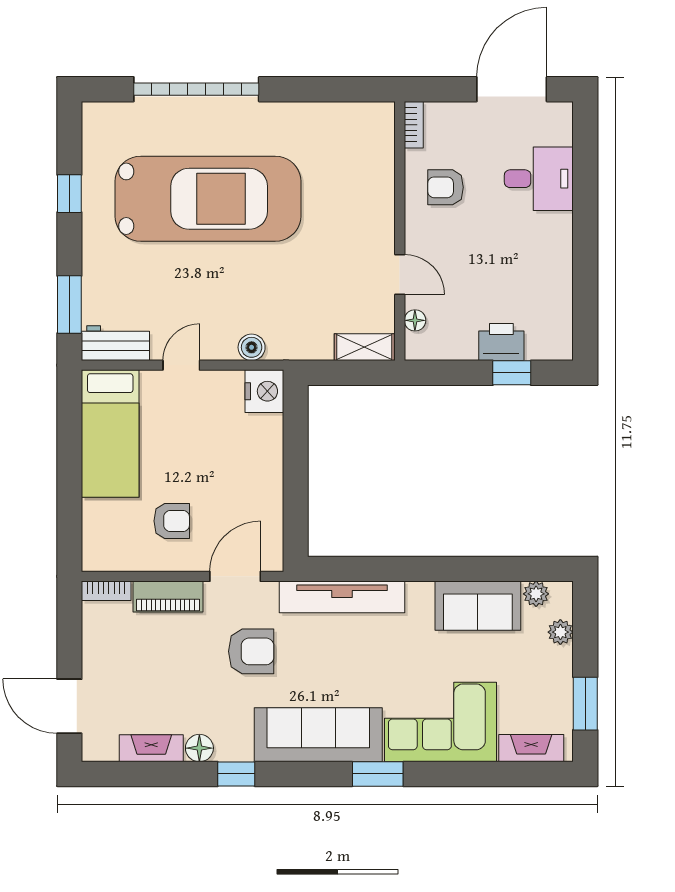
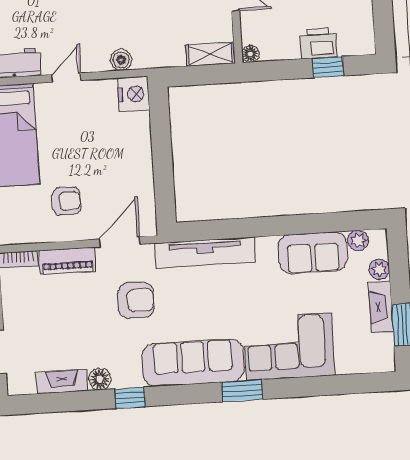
floor lamp: (415, 320) -> (250, 54), moved
fireplace: (531, 748) -> (381, 307), moved, turned -90

